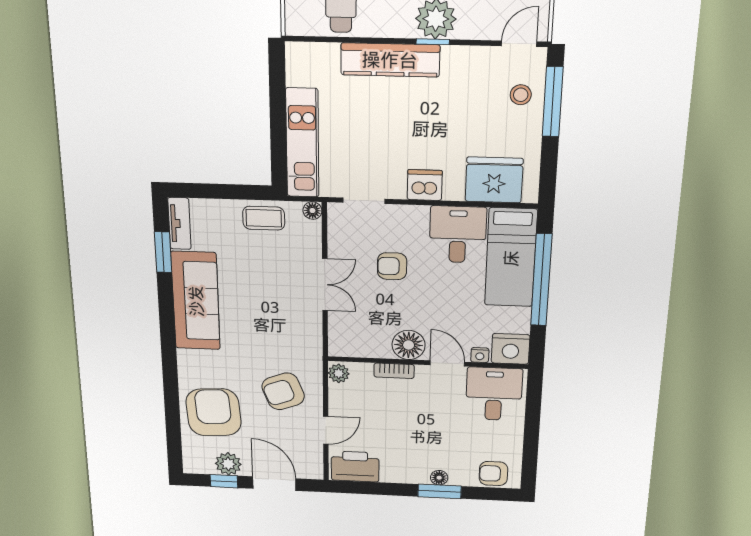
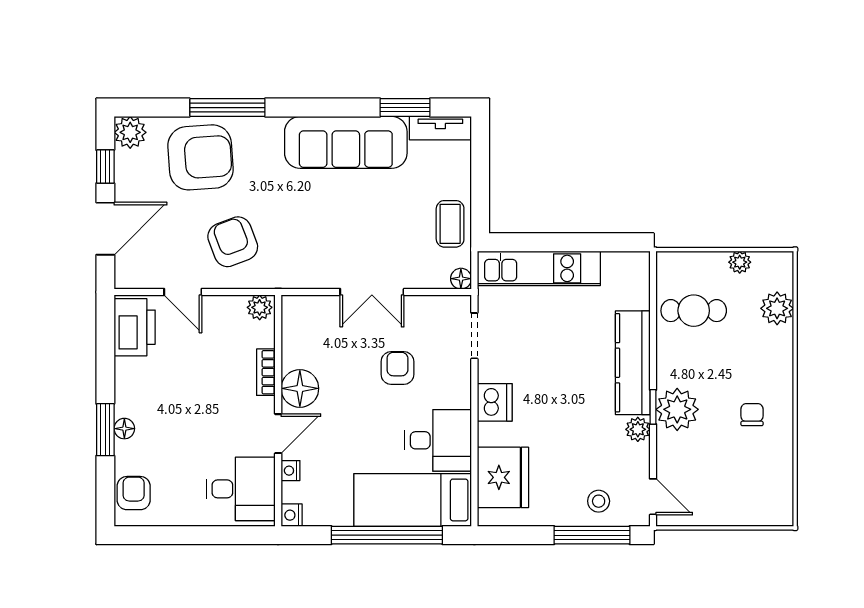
plant: (454, 57) -> (638, 429), added
nightstand: (511, 349) -> (292, 515), width x0.53, depth x0.56
window: (171, 391) -> (227, 108), added
plant: (228, 464) -> (130, 132), moved

